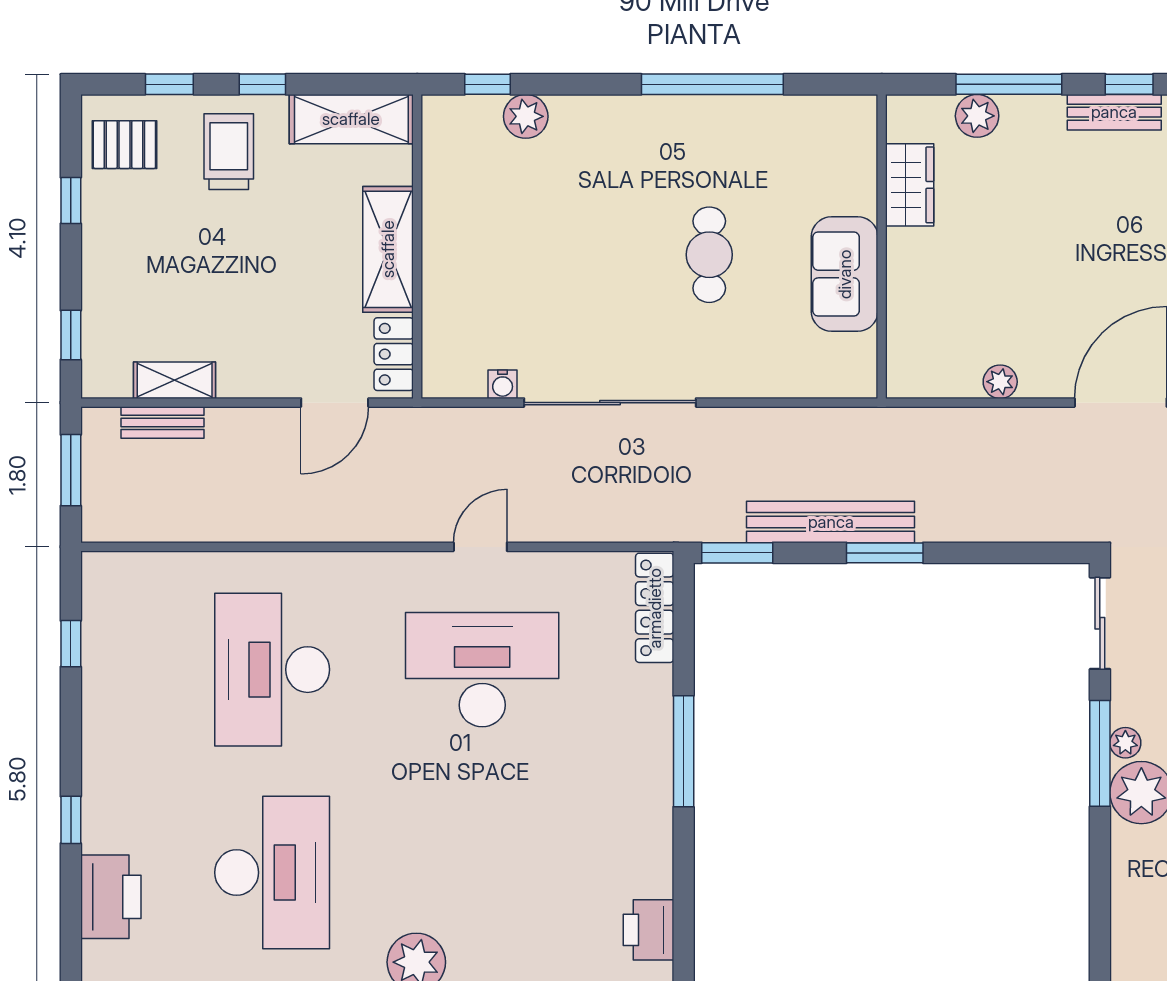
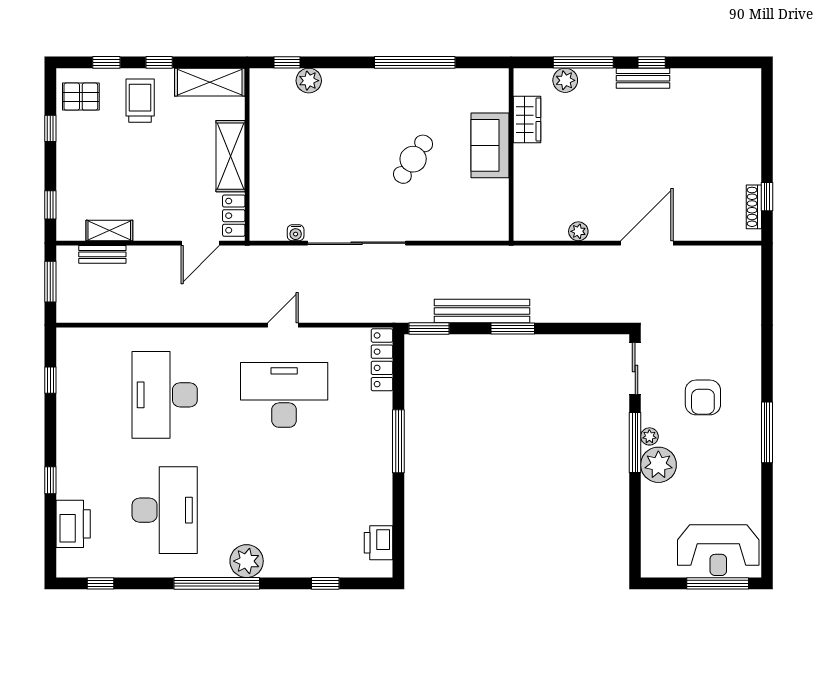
cafe table: (709, 255) -> (413, 159), turned 34
sofa: (845, 274) -> (490, 145), moved

